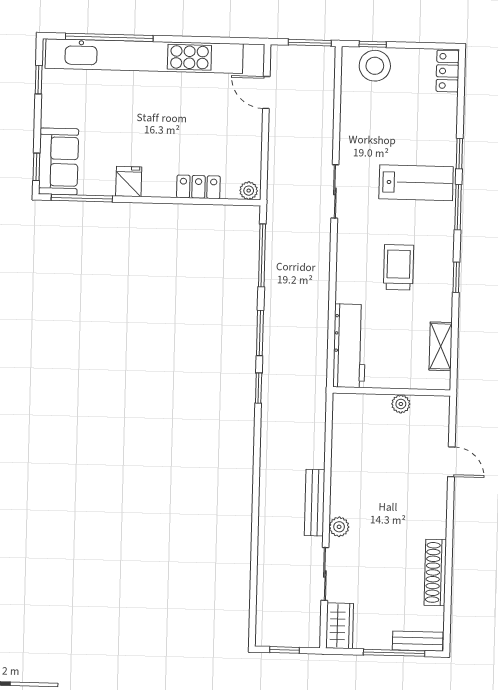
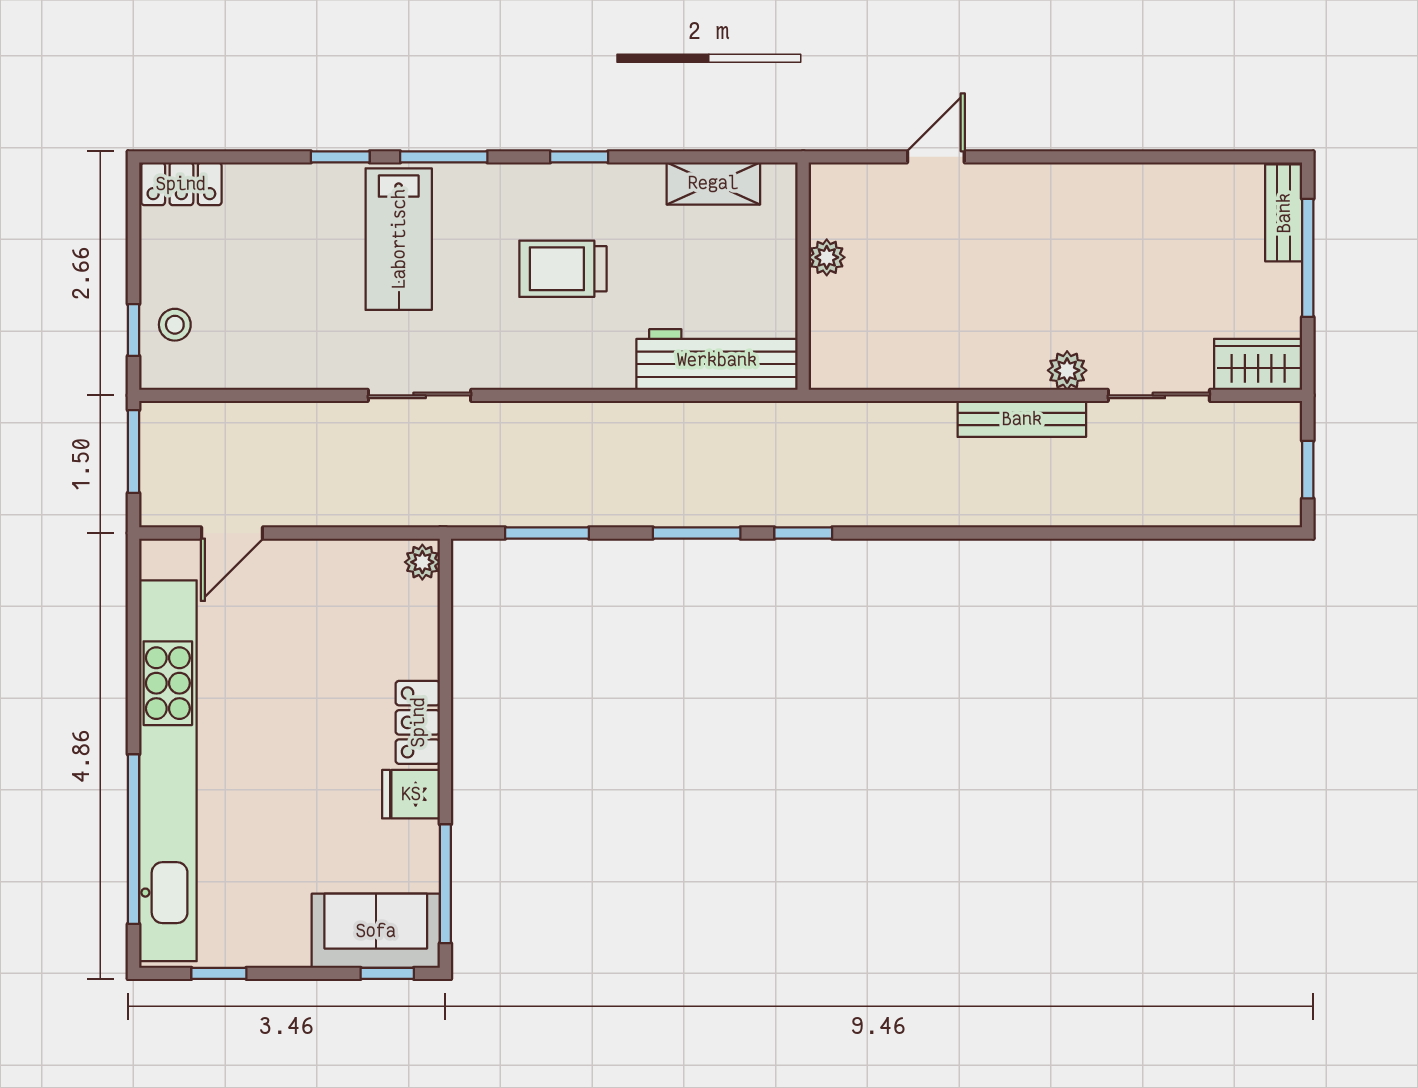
stool: (375, 66) -> (175, 325), width x0.53, depth x0.53
lab bench: (416, 183) -> (399, 239), turned 180
locker: (198, 187) -> (418, 722), moved
window: (262, 255) -> (547, 533), width x0.69
shoe rack: (435, 572) -> (1150, 182), removed

